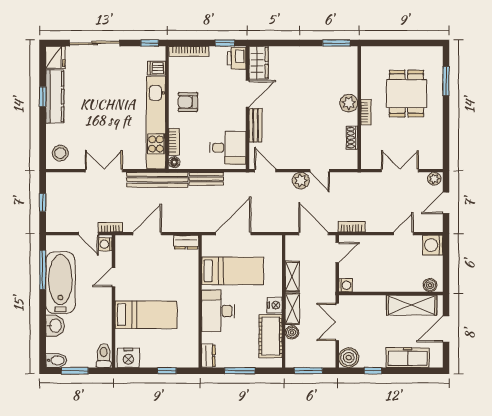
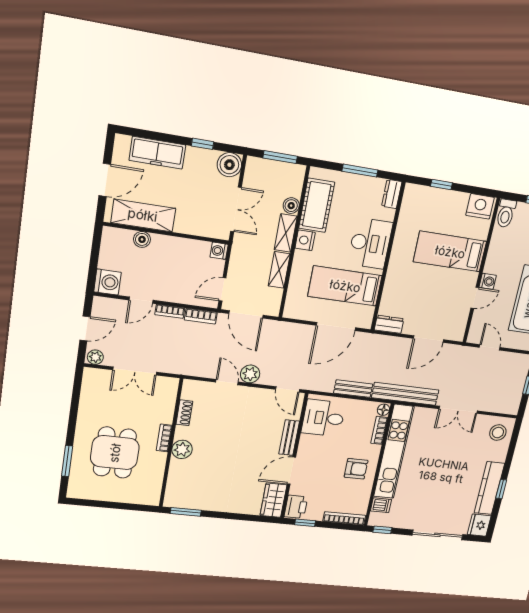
bookcase: (111, 227) -> (170, 311), moved
washing machine: (105, 244) -> (488, 281), moved
boiler: (430, 285) -> (142, 239), moved

